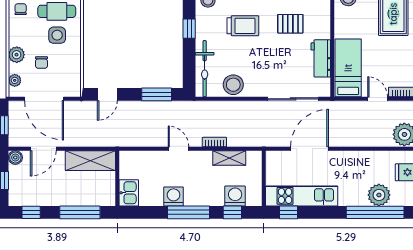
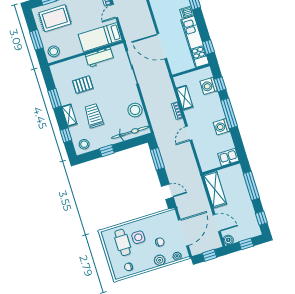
pallet: (290, 24) -> (83, 85), turned 90
dishwasher: (346, 197) -> (187, 12), added

